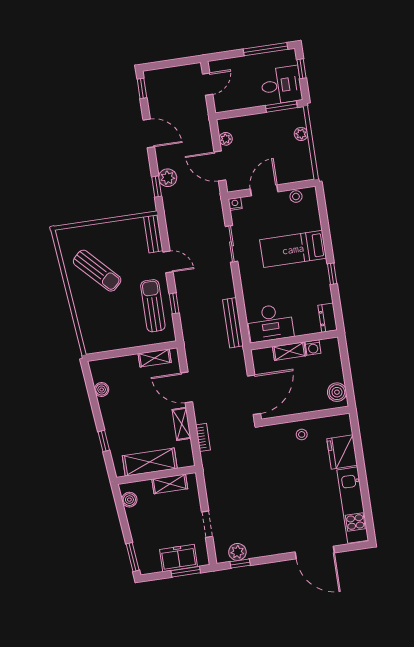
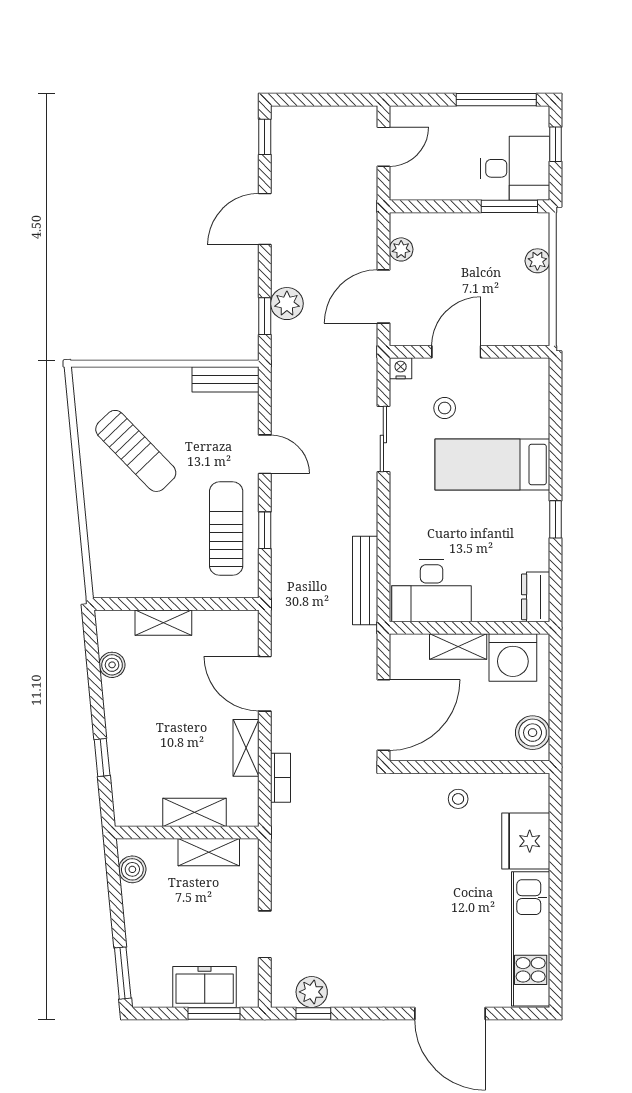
door: (149, 133) -> (265, 219), swing flipped
door: (220, 166) -> (383, 297), hinge flipped
stool: (296, 196) -> (445, 408), moved
bench: (153, 234) -> (226, 379), moved, turned 90
washing machine: (313, 348) -> (513, 658), width x1.89, depth x1.89
shelving: (155, 358) -> (163, 623), moved
shelving: (150, 462) -> (194, 812), width x0.67, depth x0.75

